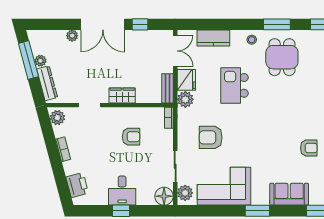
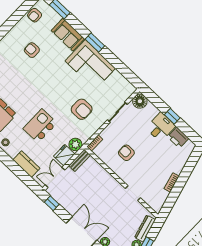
window: (140, 24) -> (52, 203), moved
kitchen island: (234, 85) -> (40, 126), turned 180
wardrobe: (122, 96) -> (109, 181), removed
plant: (57, 118) -> (158, 203), removed
printer: (77, 185) -> (178, 138), moved, turned -75
corner sofa: (224, 186) -> (90, 65), moved
plant: (185, 193) -> (126, 92), removed

